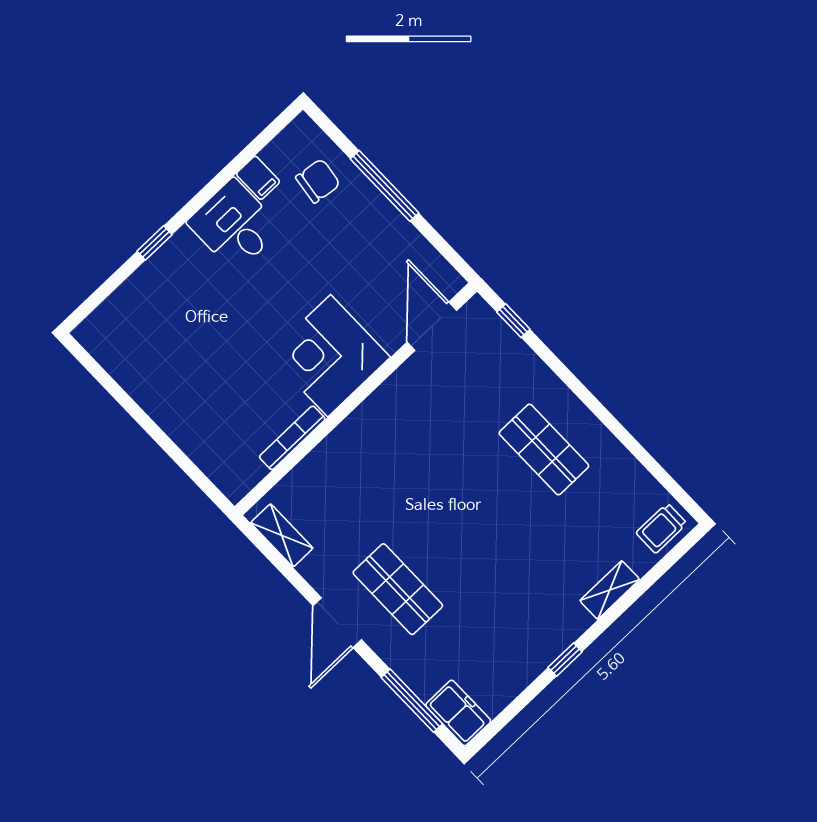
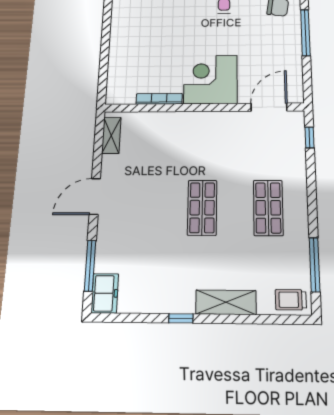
window: (652, 466) -> (315, 265), added
shop shelf: (398, 589) -> (202, 208), moved
shelving: (610, 590) -> (226, 302), width x1.50, depth x1.33

